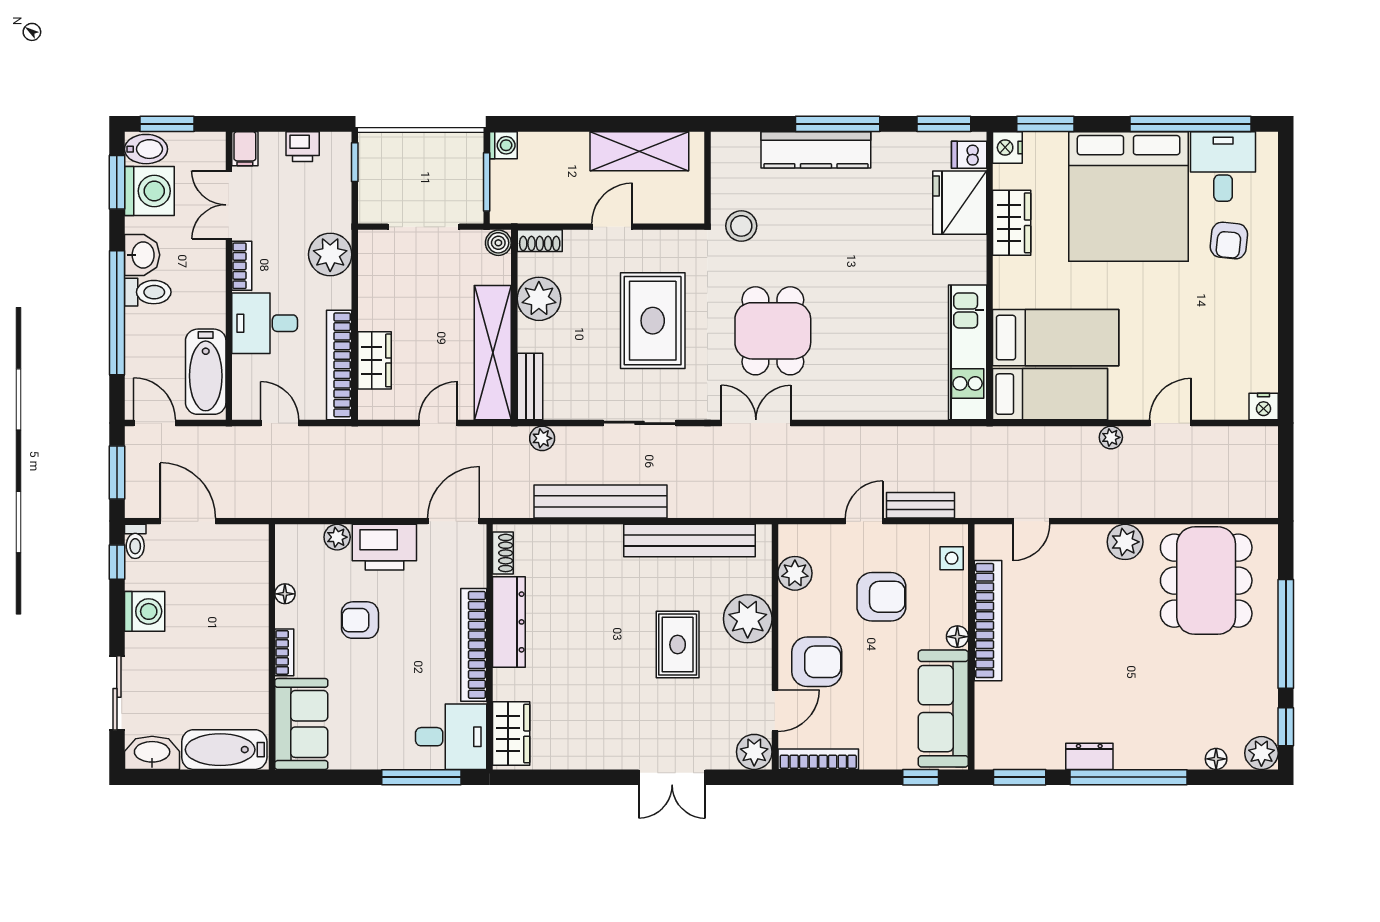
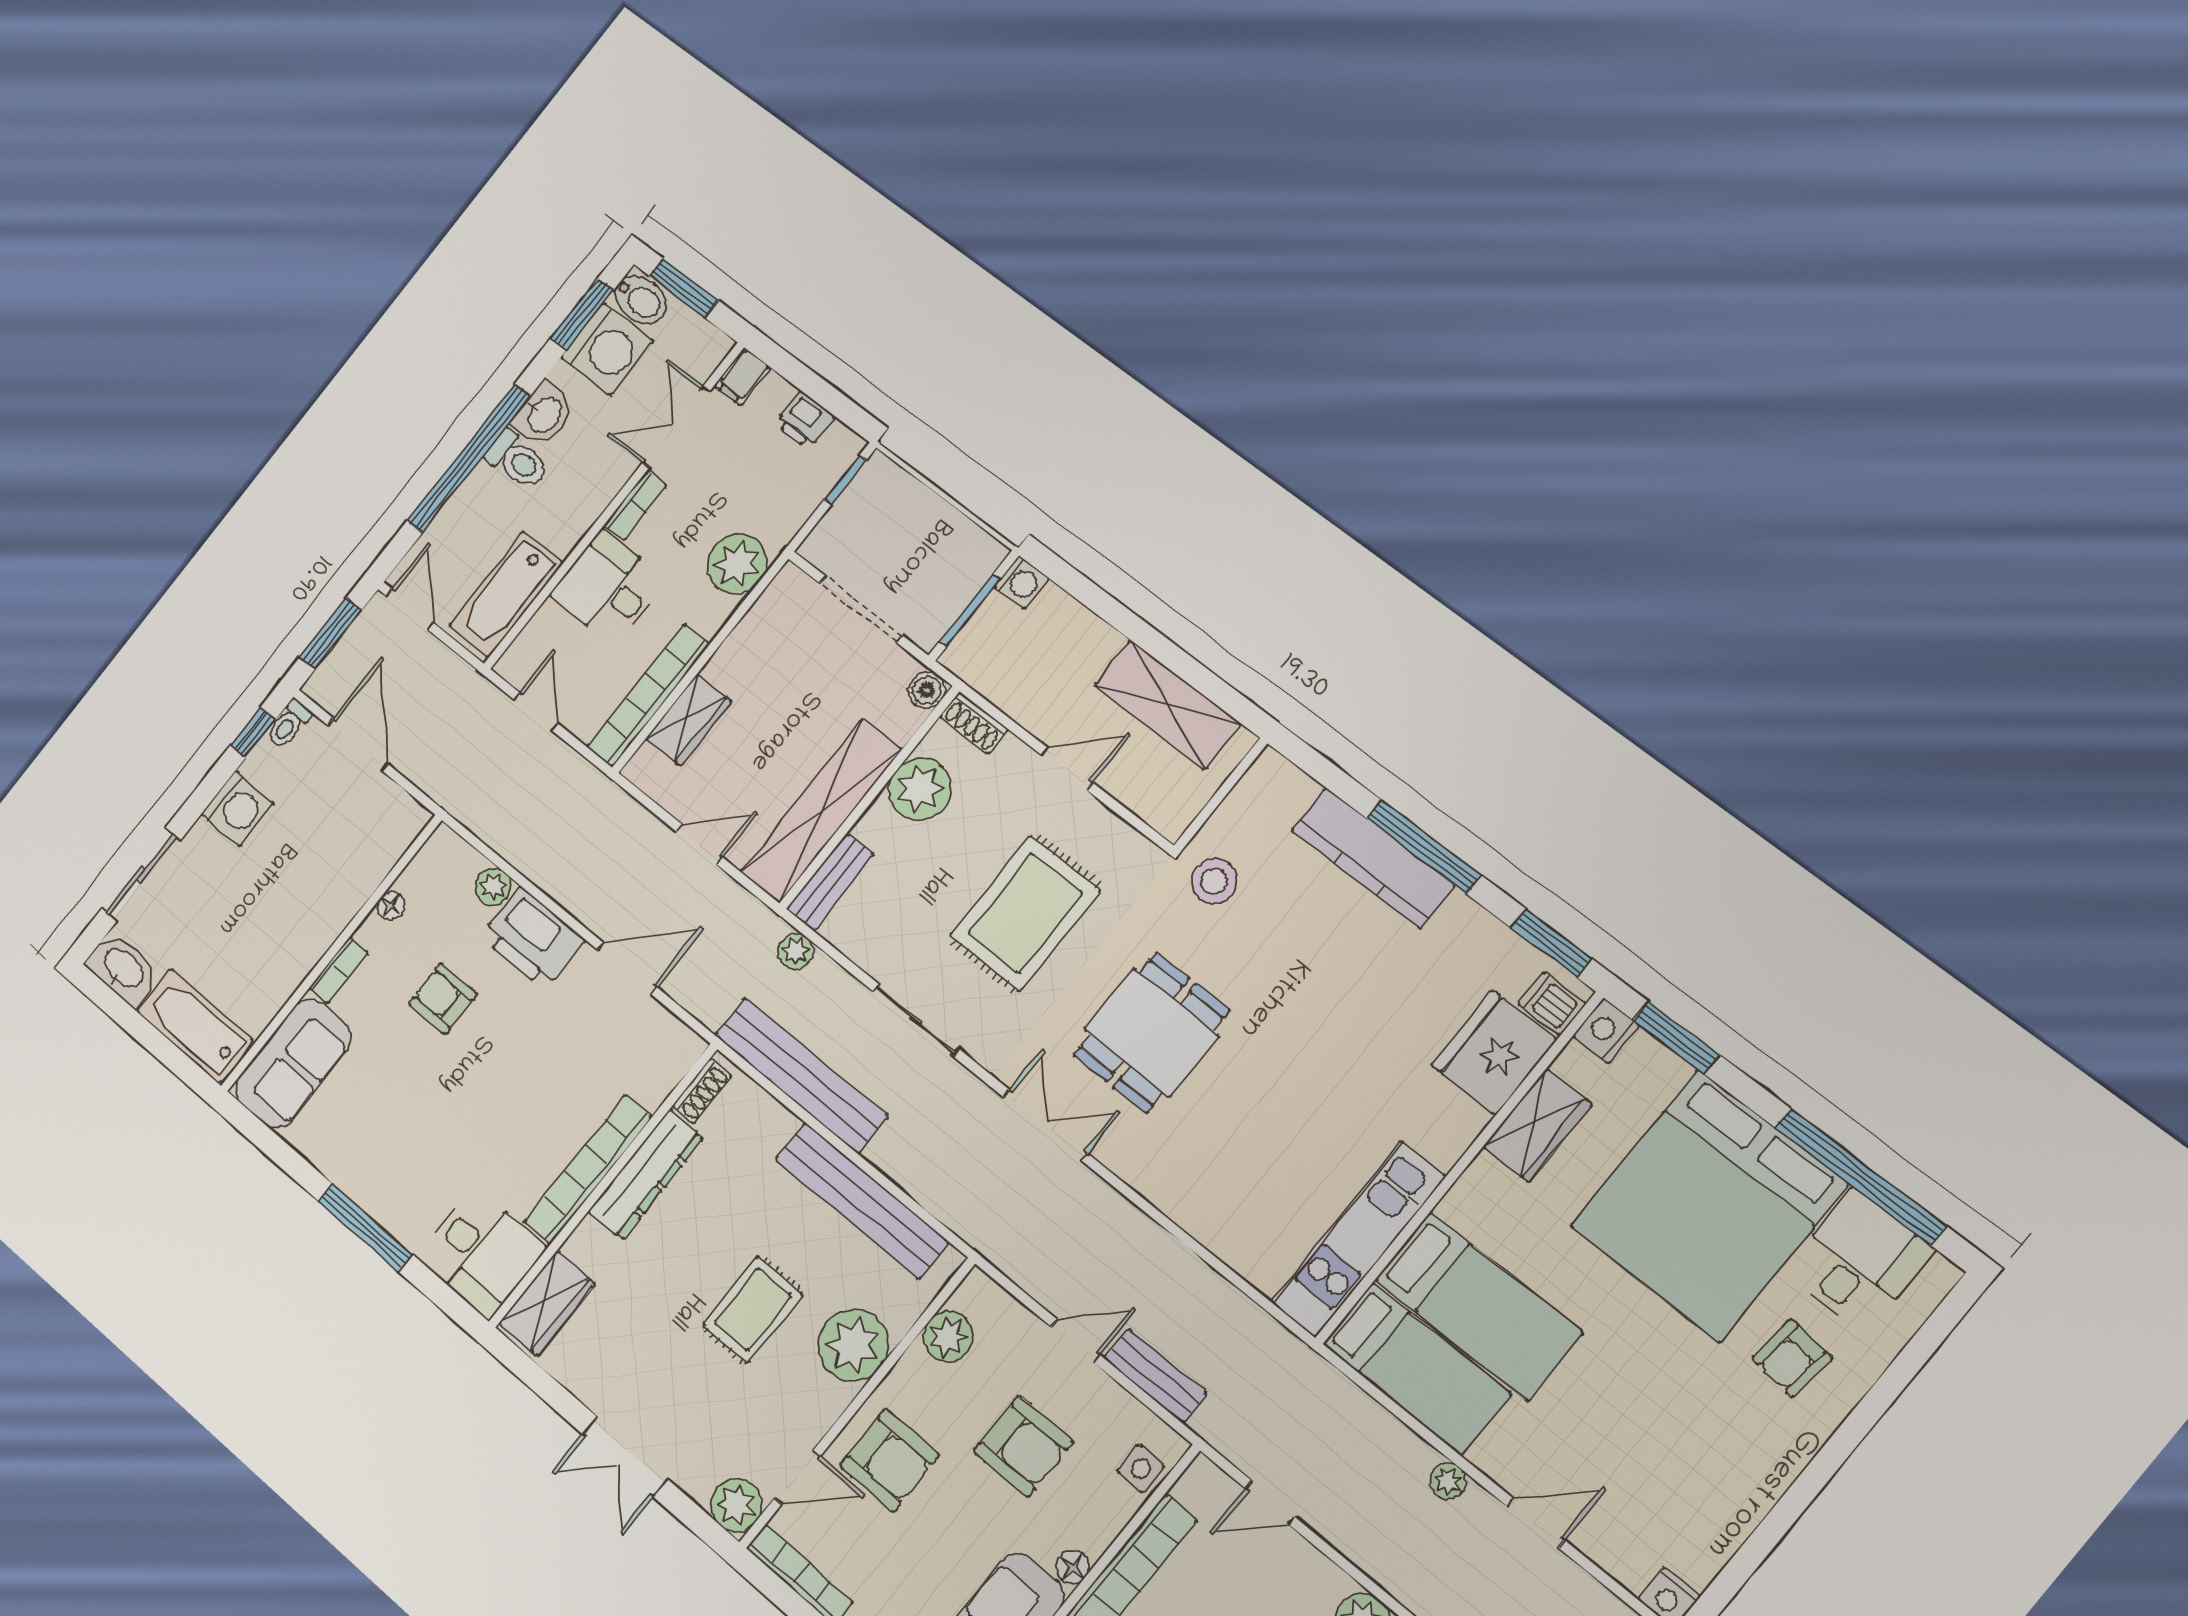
shoe rack: (503, 553) -> (702, 1091), moved
dresser: (509, 622) -> (646, 1175), moved
bookcase: (474, 645) -> (588, 1169), moved
wall: (490, 647) -> (603, 1186), moved
wardrobe: (511, 734) -> (547, 1303), moved
desk: (451, 737) -> (482, 1253), moved

